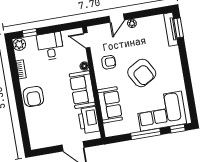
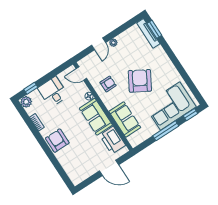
armchair: (142, 73) -> (140, 81), turned -120
armchair: (33, 96) -> (57, 141), turned 180

